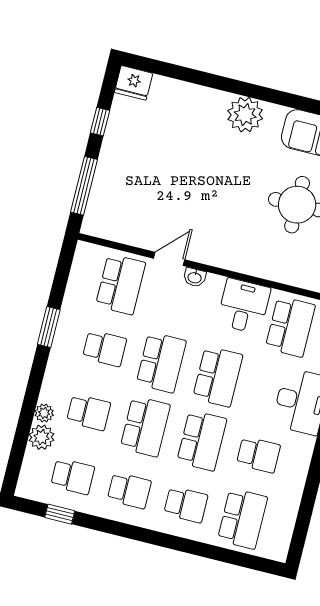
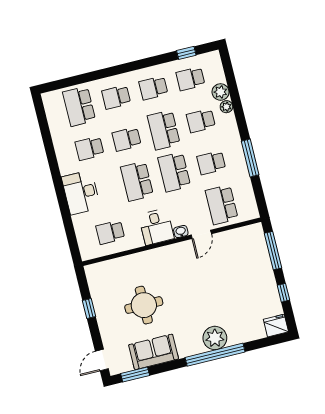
window: (236, 87) -> (215, 355), added
plant: (245, 115) -> (215, 338), moved
desk: (244, 306) -> (156, 227), moved
window: (49, 327) -> (250, 158), width x1.44
school desk: (290, 327) -> (110, 232), width x0.54
school desk: (202, 441) -> (127, 139), width x0.54

